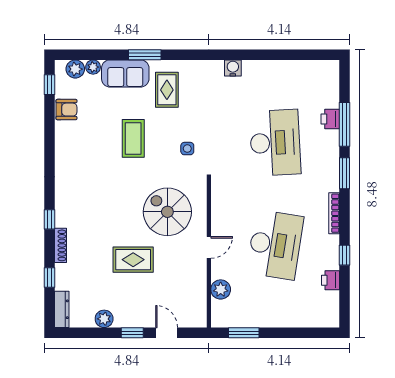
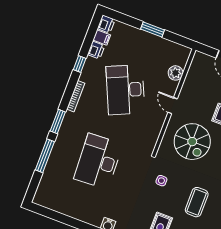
printer: (330, 119) -> (106, 24), moved
desk: (275, 245) -> (125, 90), turned -33
door: (209, 247) -> (173, 106), hinge flipped
filing cabinet: (329, 299) -> (102, 37), added
window: (244, 333) -> (153, 30), moved

